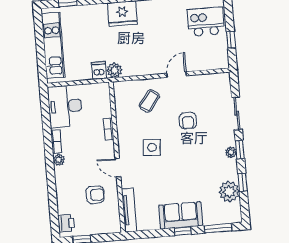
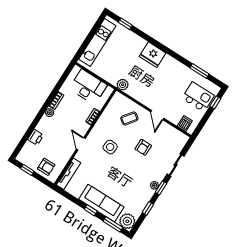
window: (231, 40) -> (215, 102), moved
dishwasher: (99, 70) -> (185, 123), moved
door: (177, 75) -> (157, 115), swing flipped
desk: (65, 106) -> (88, 87), moved, turned 90
plant: (229, 192) -> (127, 221), moved
armchair: (95, 195) -> (46, 167), moved
sofa: (181, 215) -> (101, 203), width x1.36
printer: (66, 223) -> (36, 137), moved

